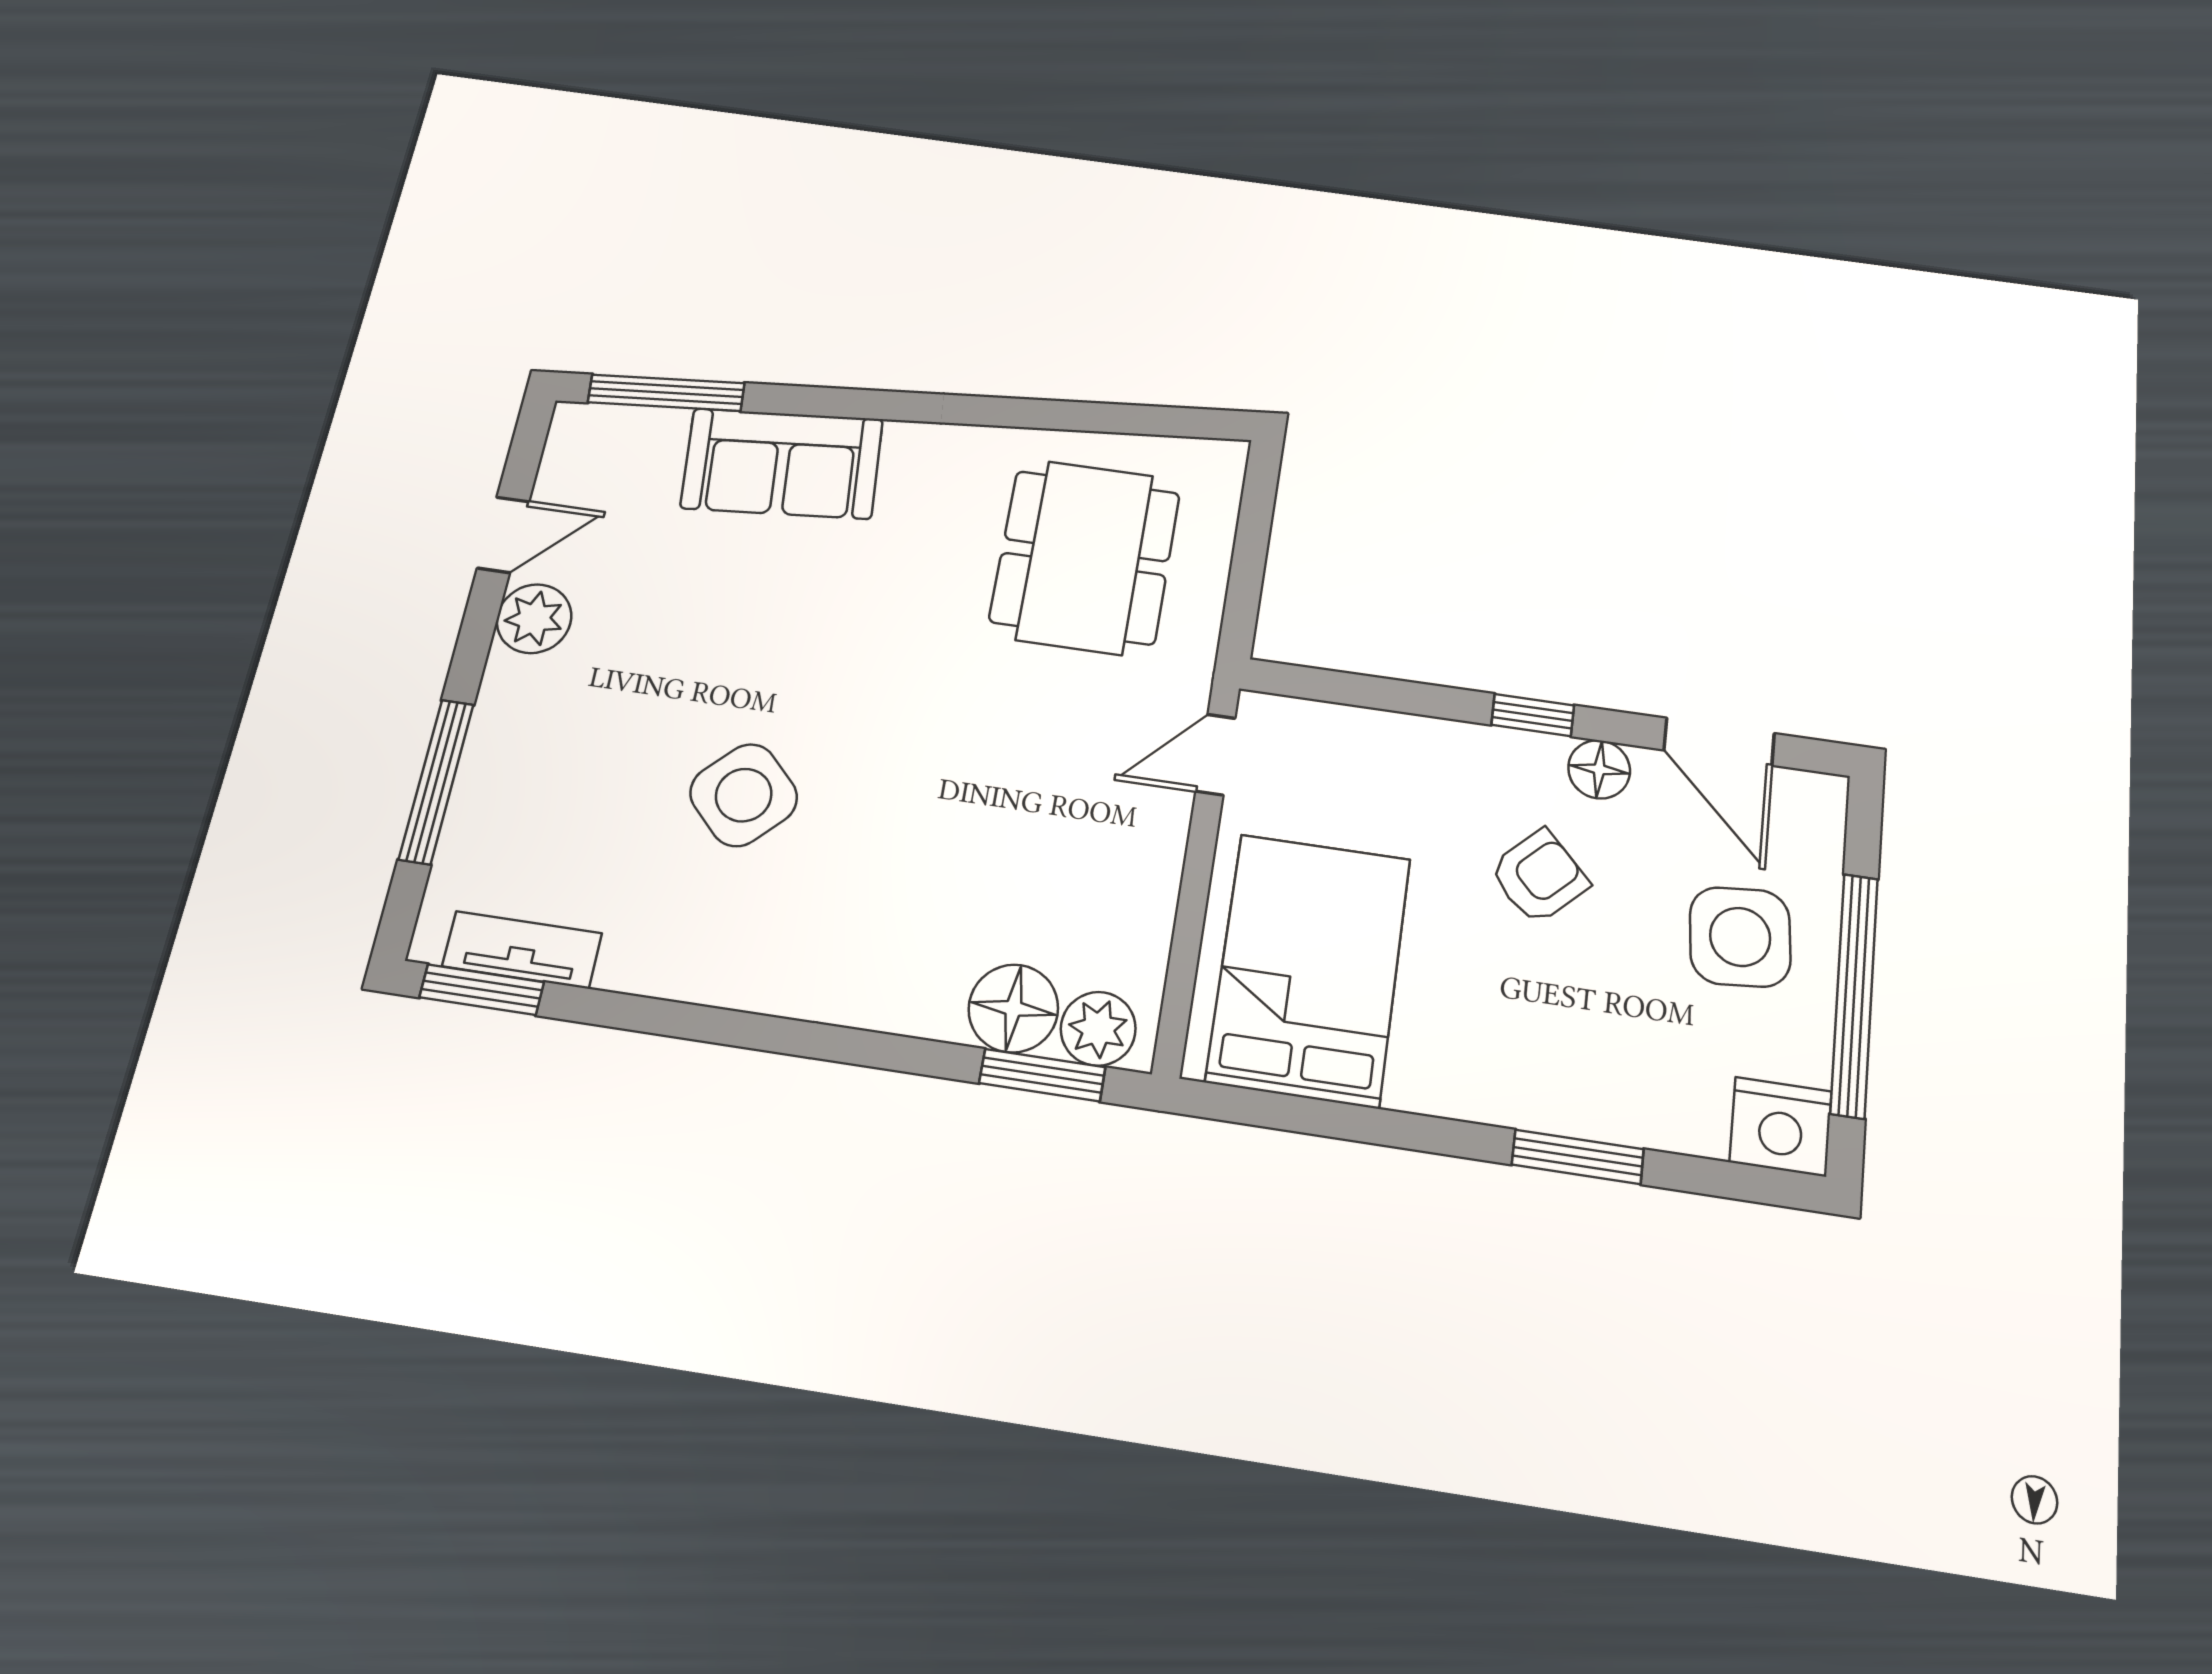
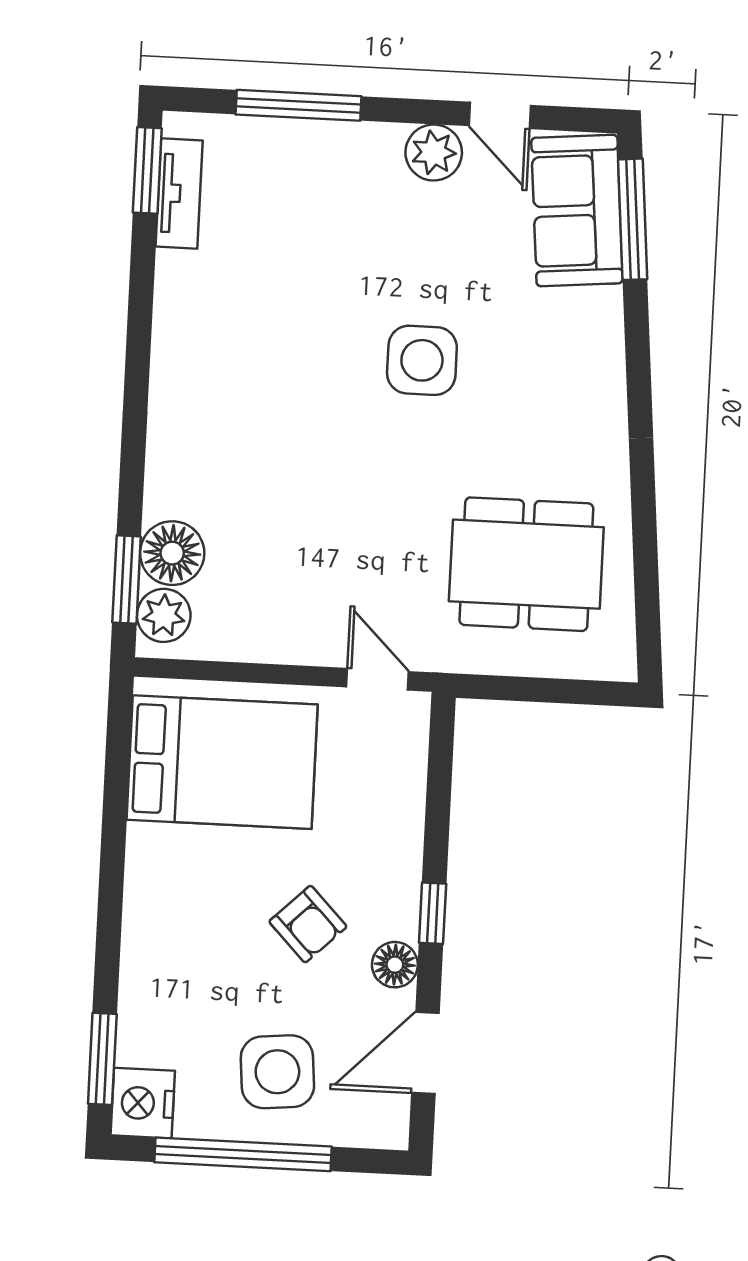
sofa: (782, 463) -> (577, 211), moved
side table: (744, 795) -> (422, 360), moved, turned 45
window: (1578, 1157) -> (102, 1059), moved

